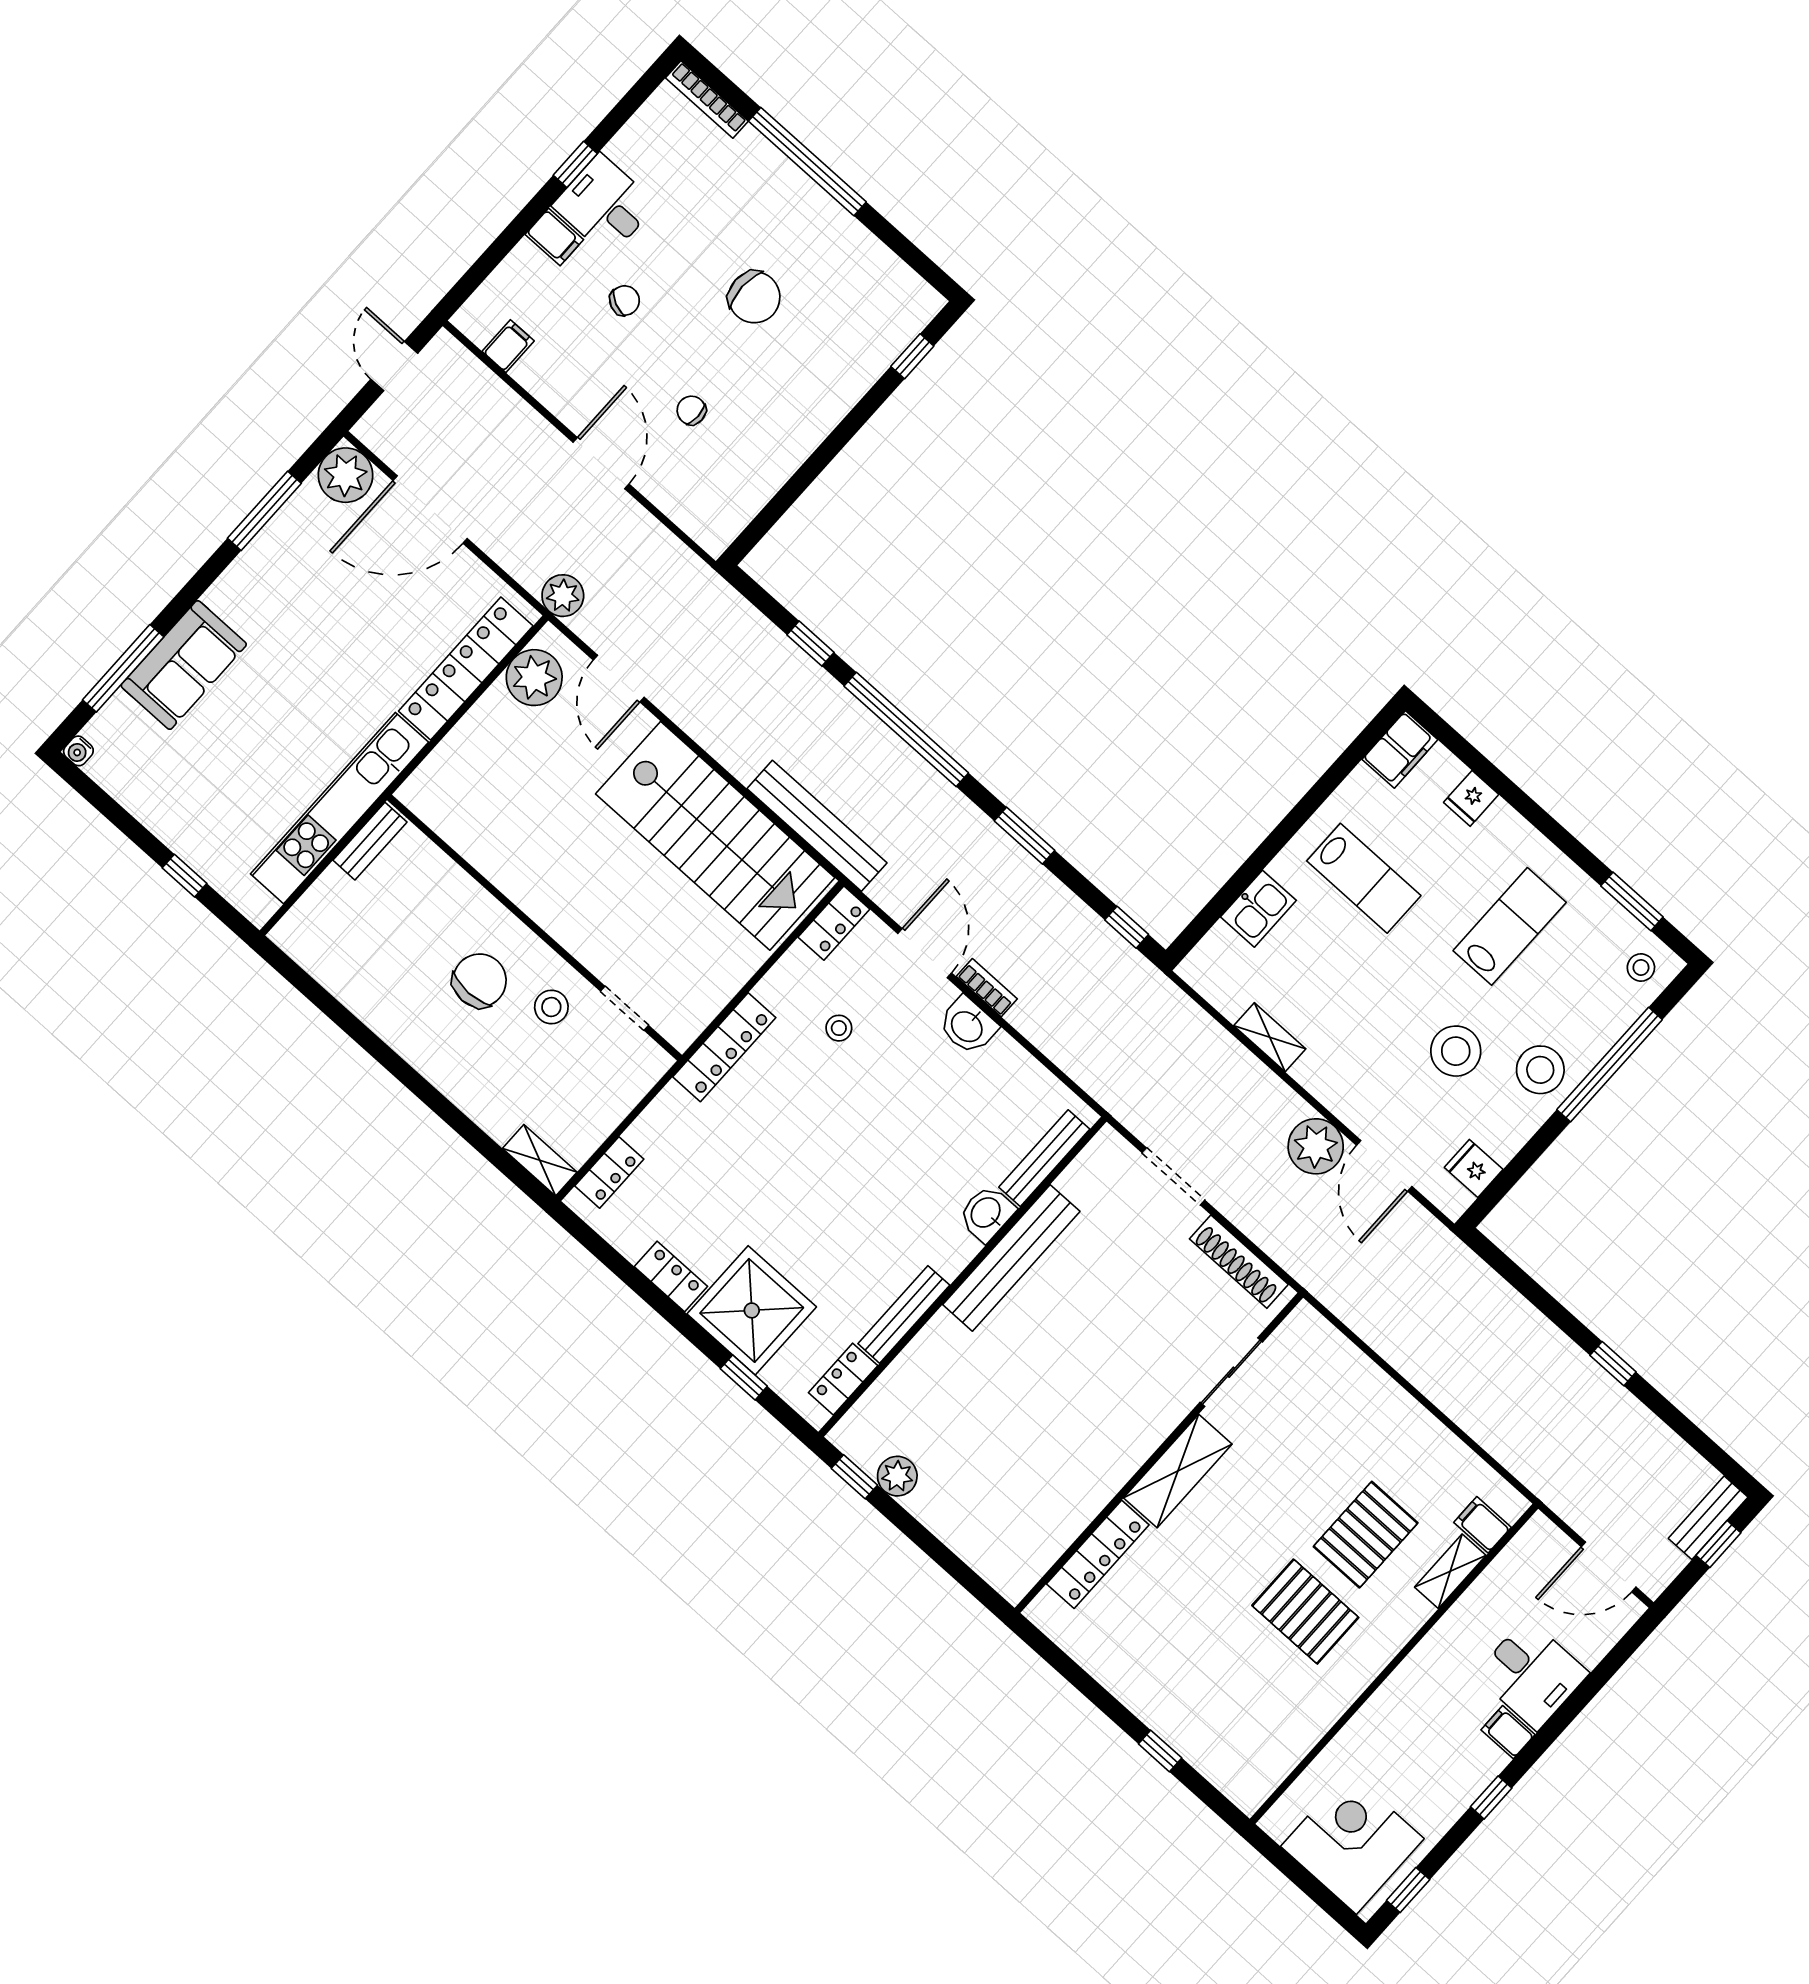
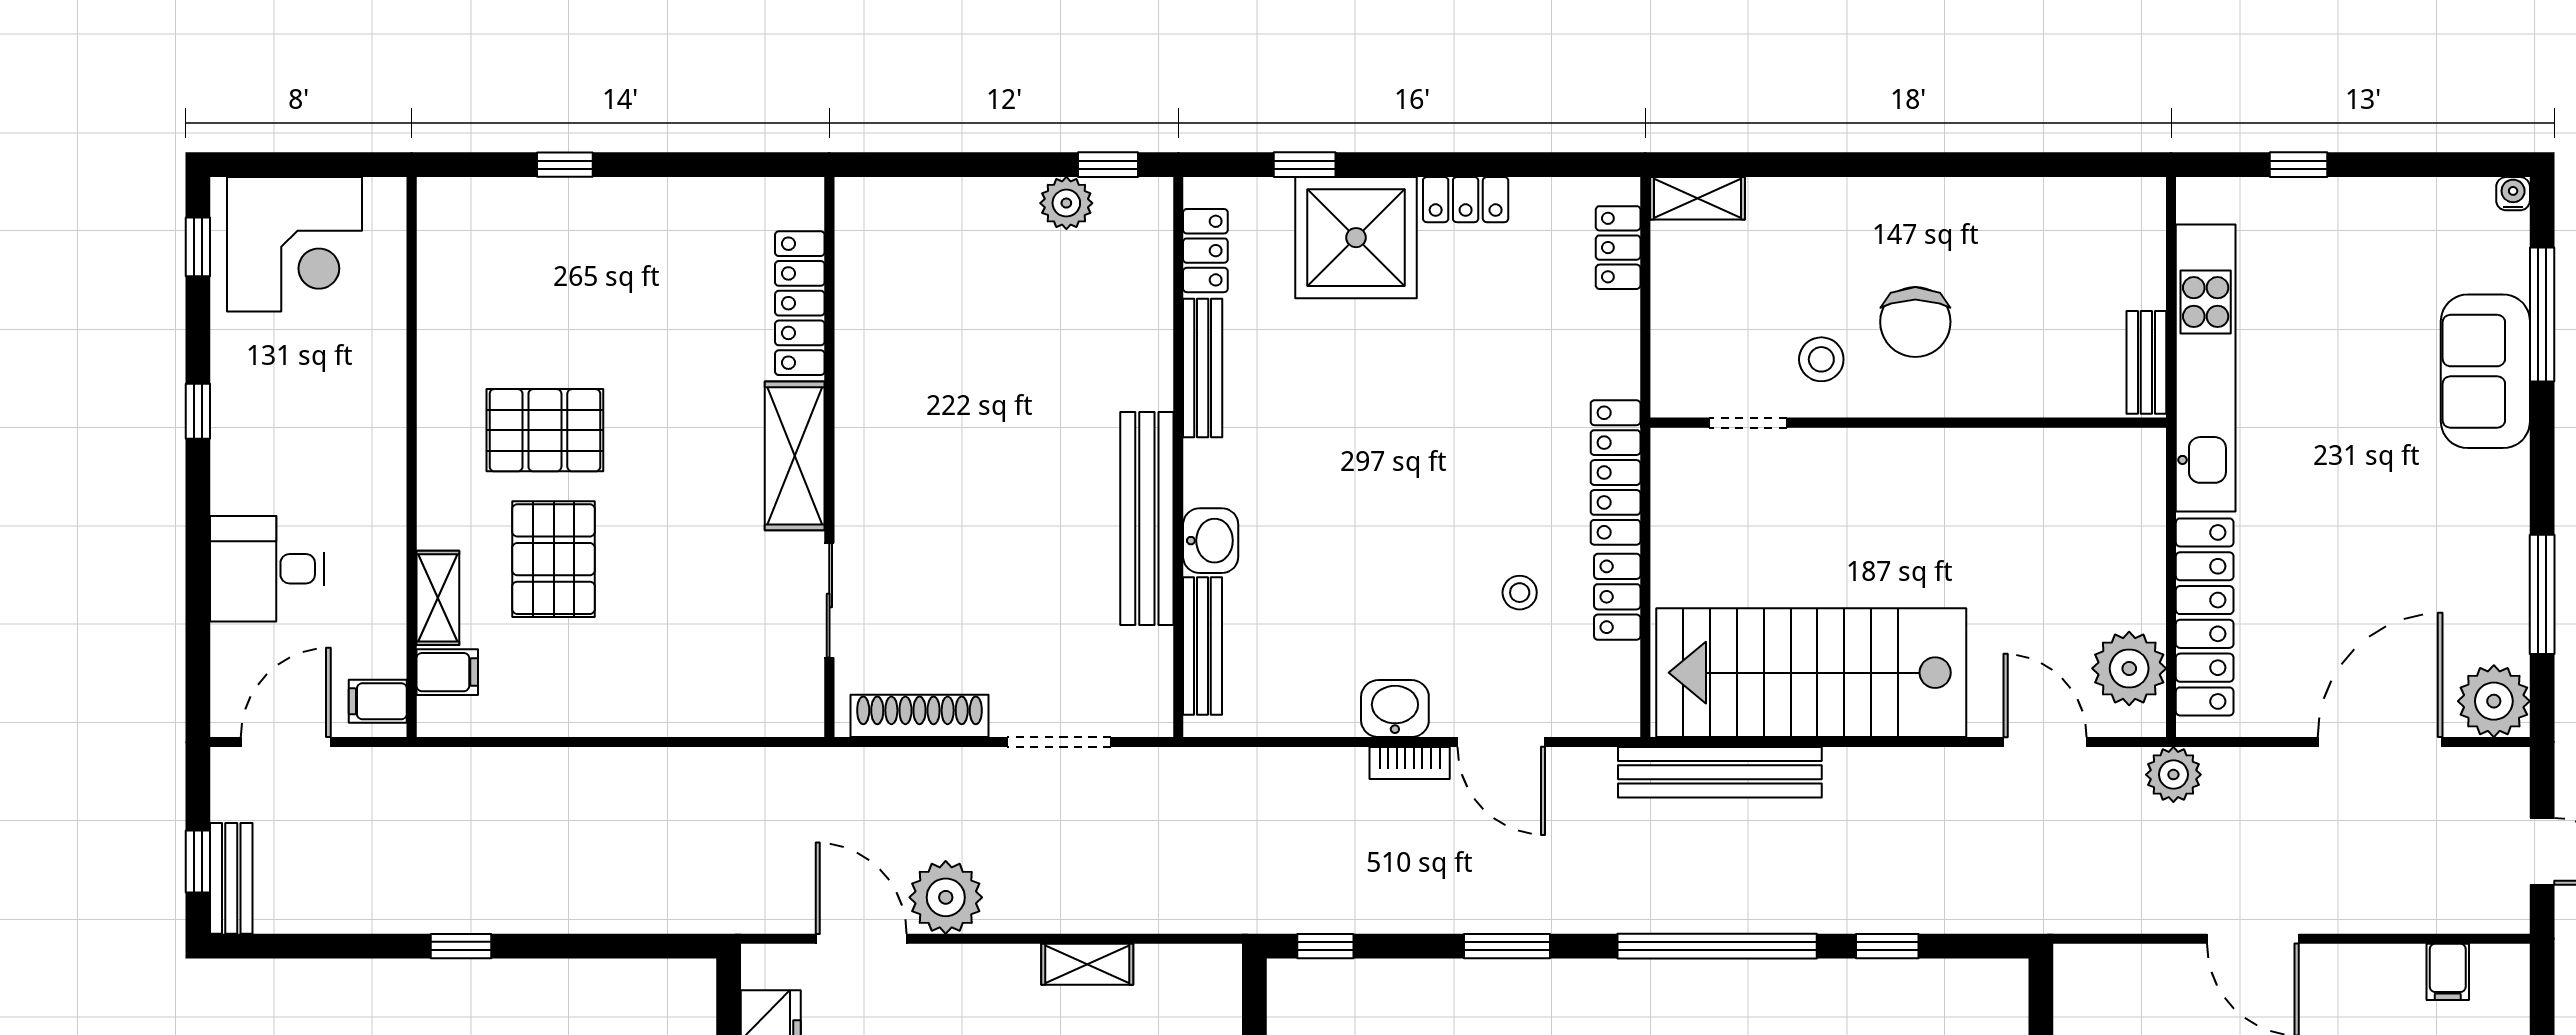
locker: (834, 923) -> (1617, 597), moved
filing cabinet: (1508, 1732) -> (378, 701), moved, turned 180

